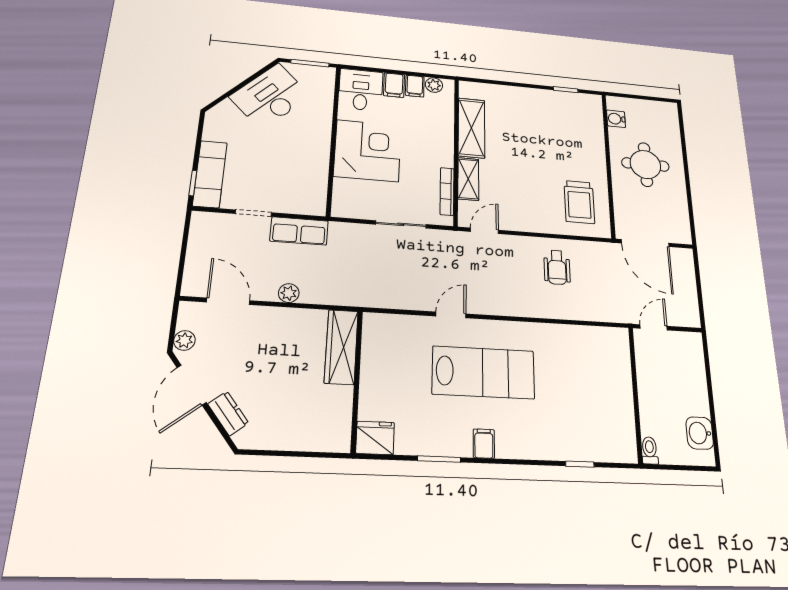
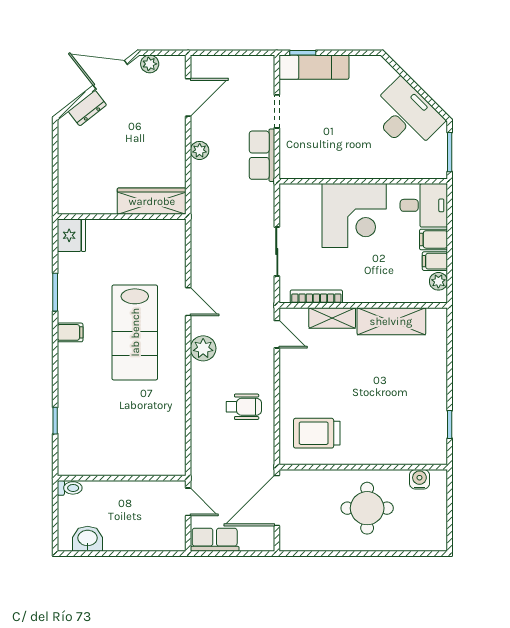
wheelchair: (557, 267) -> (244, 407), turned 180
plant: (499, 303) -> (203, 348), added
row of seats: (688, 304) -> (215, 540), added

